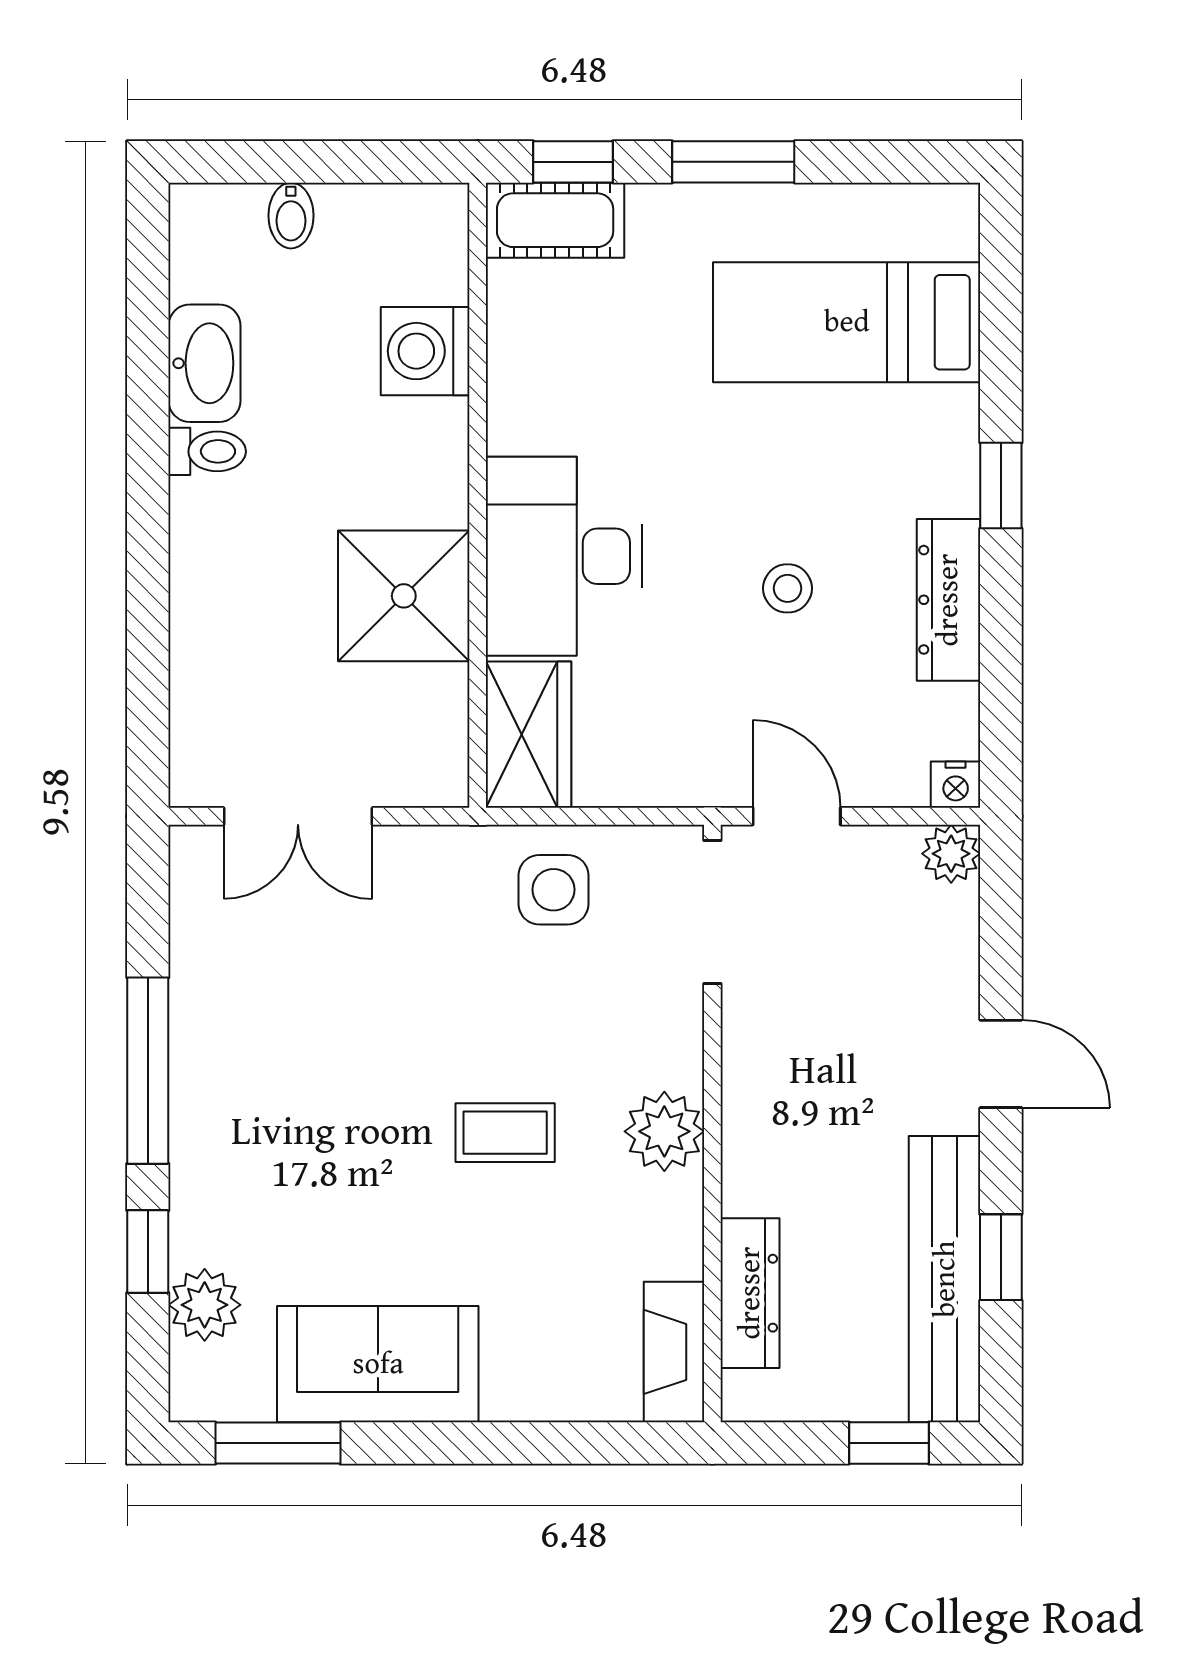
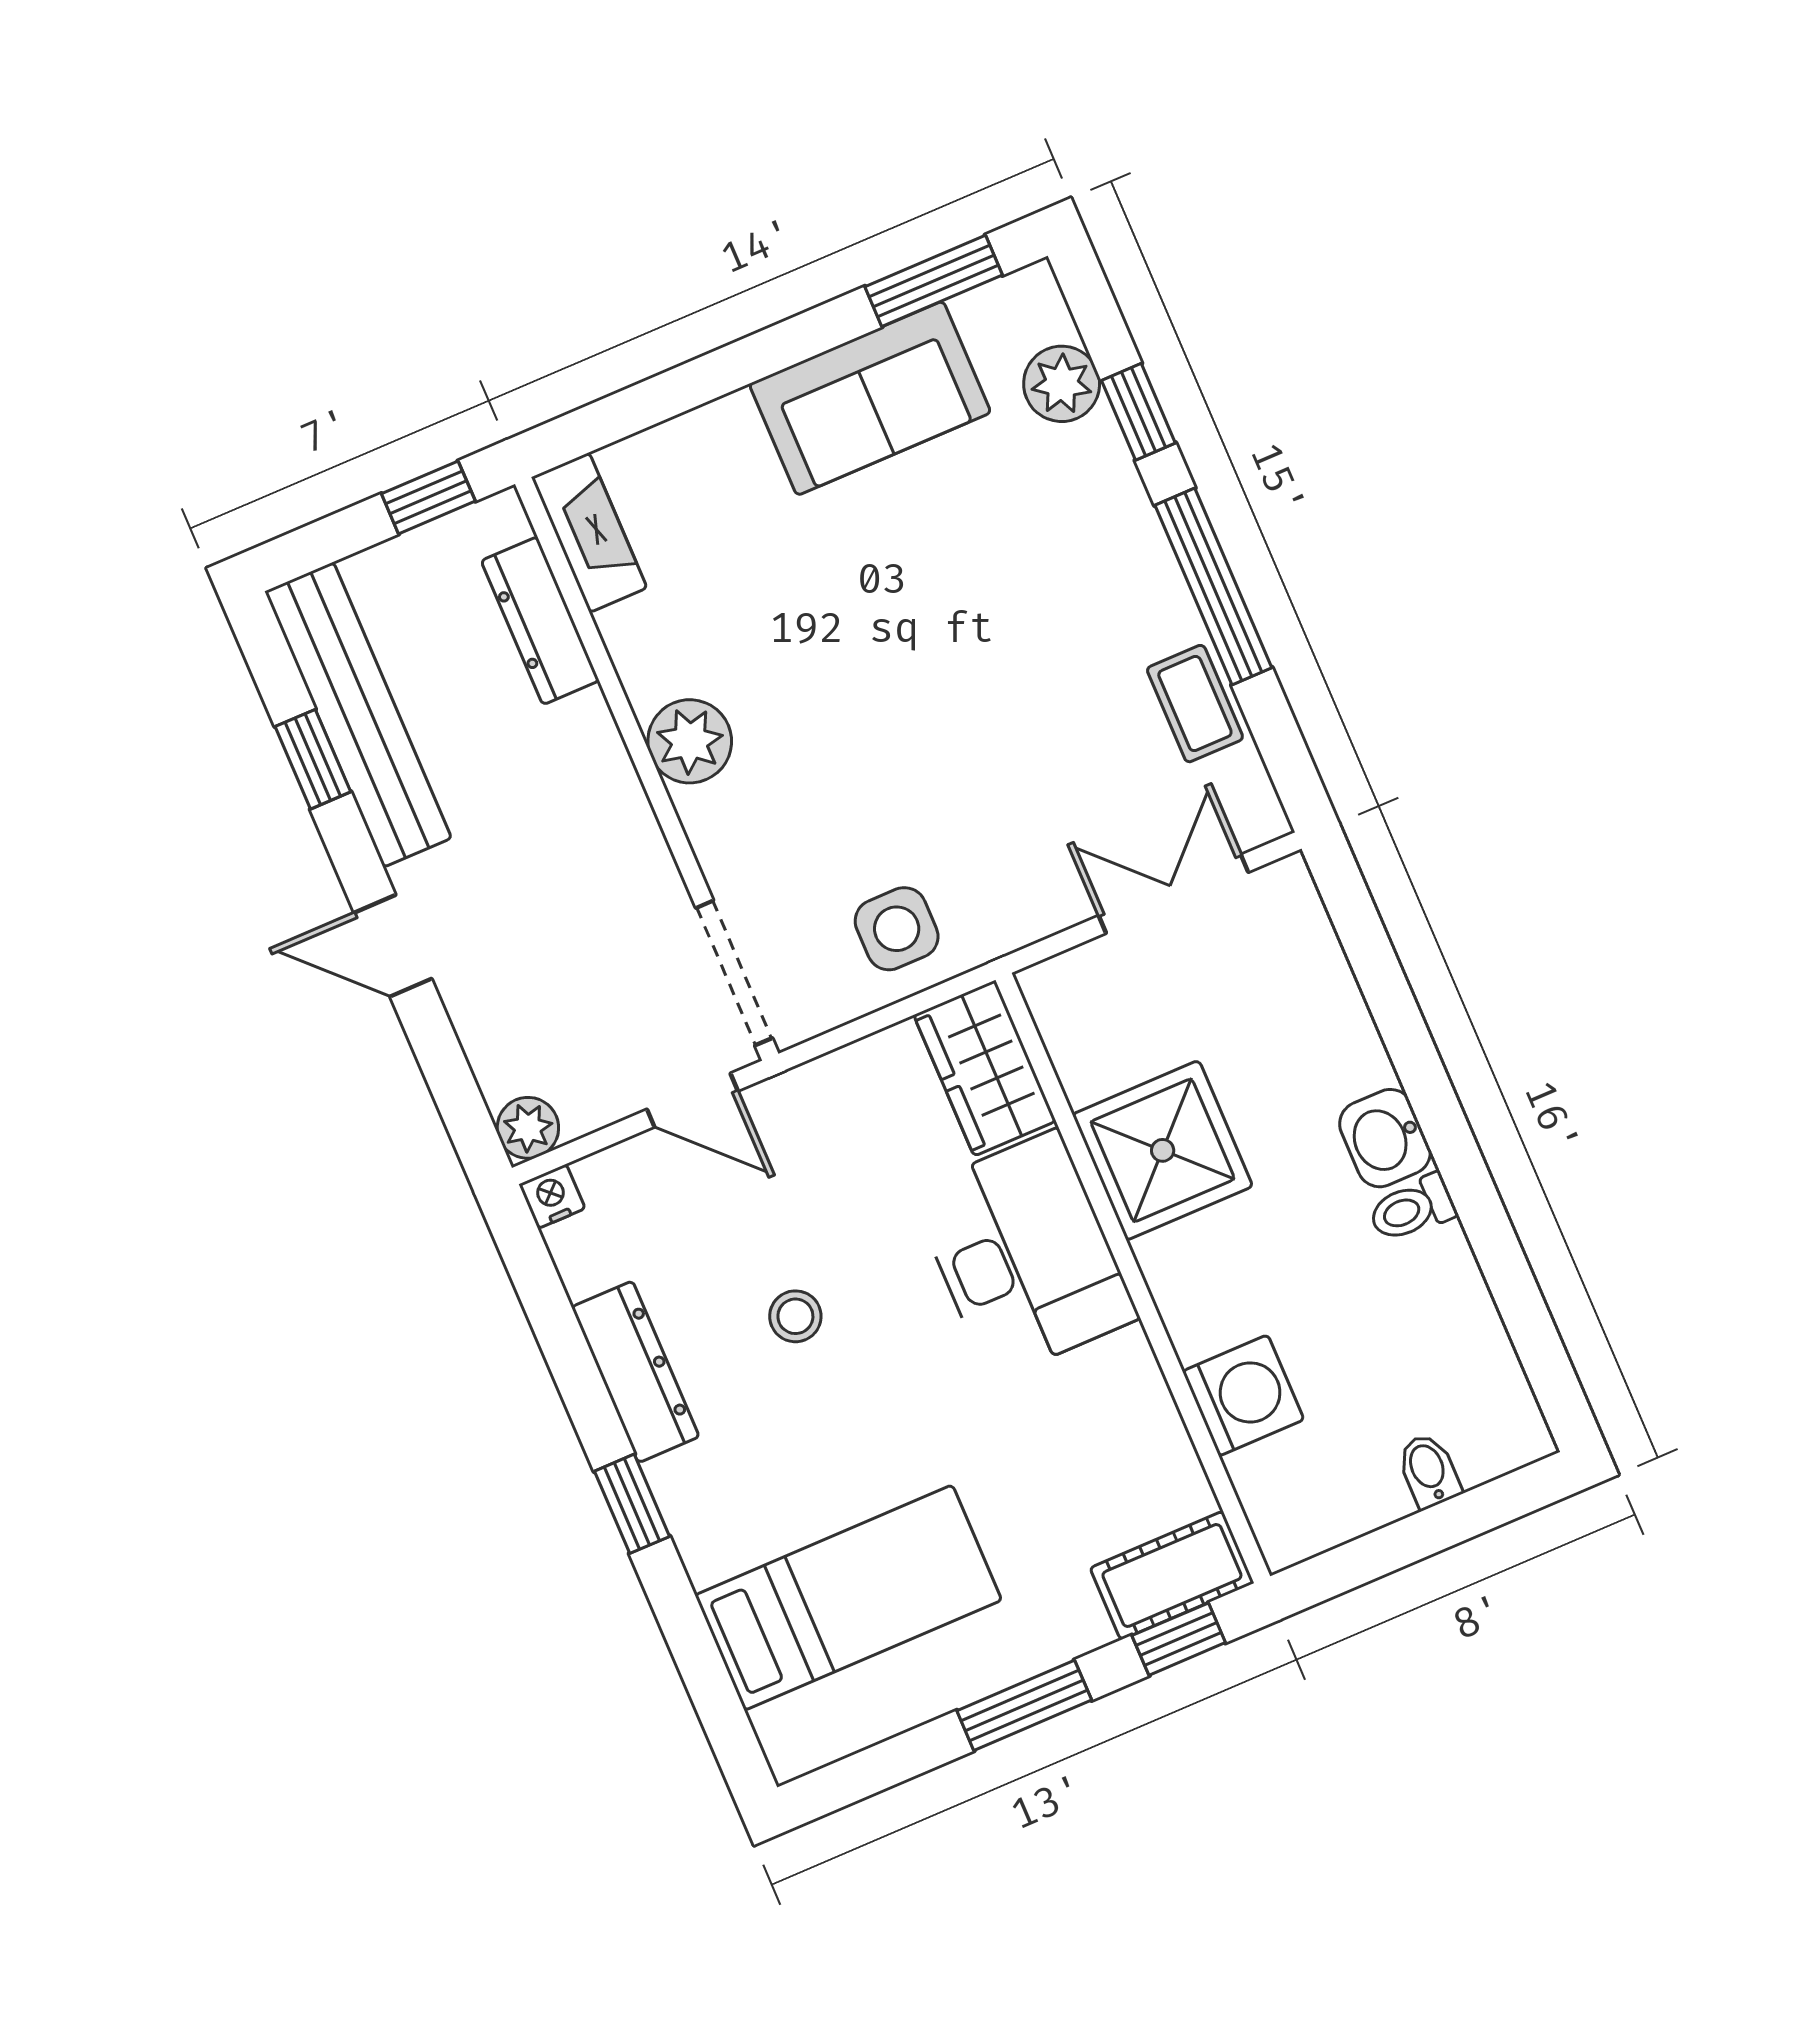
washbasin: (204, 363) -> (1385, 1138), moved, width x0.72
coffee table: (505, 1133) -> (1195, 704), moved, turned 90
window: (889, 1443) -> (428, 497), moved

